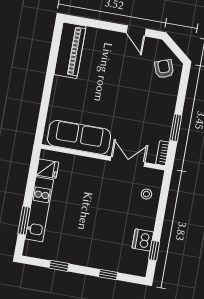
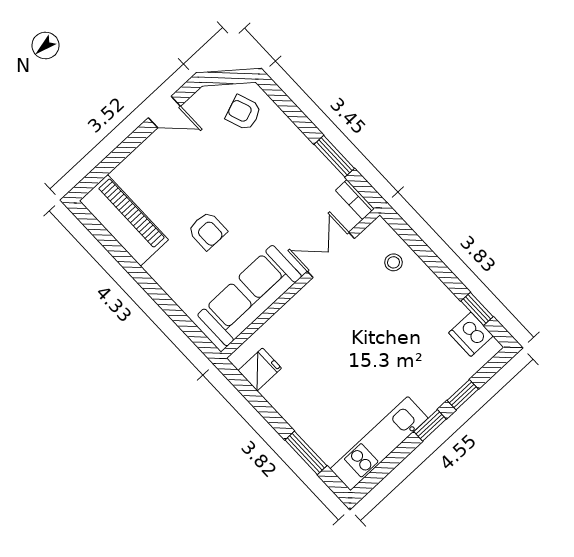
armchair: (95, 94) -> (207, 231), added
kitchen unit: (39, 209) -> (379, 444), moved, turned -90
dishwasher: (143, 240) -> (471, 334), moved
window: (59, 266) -> (430, 425), moved

